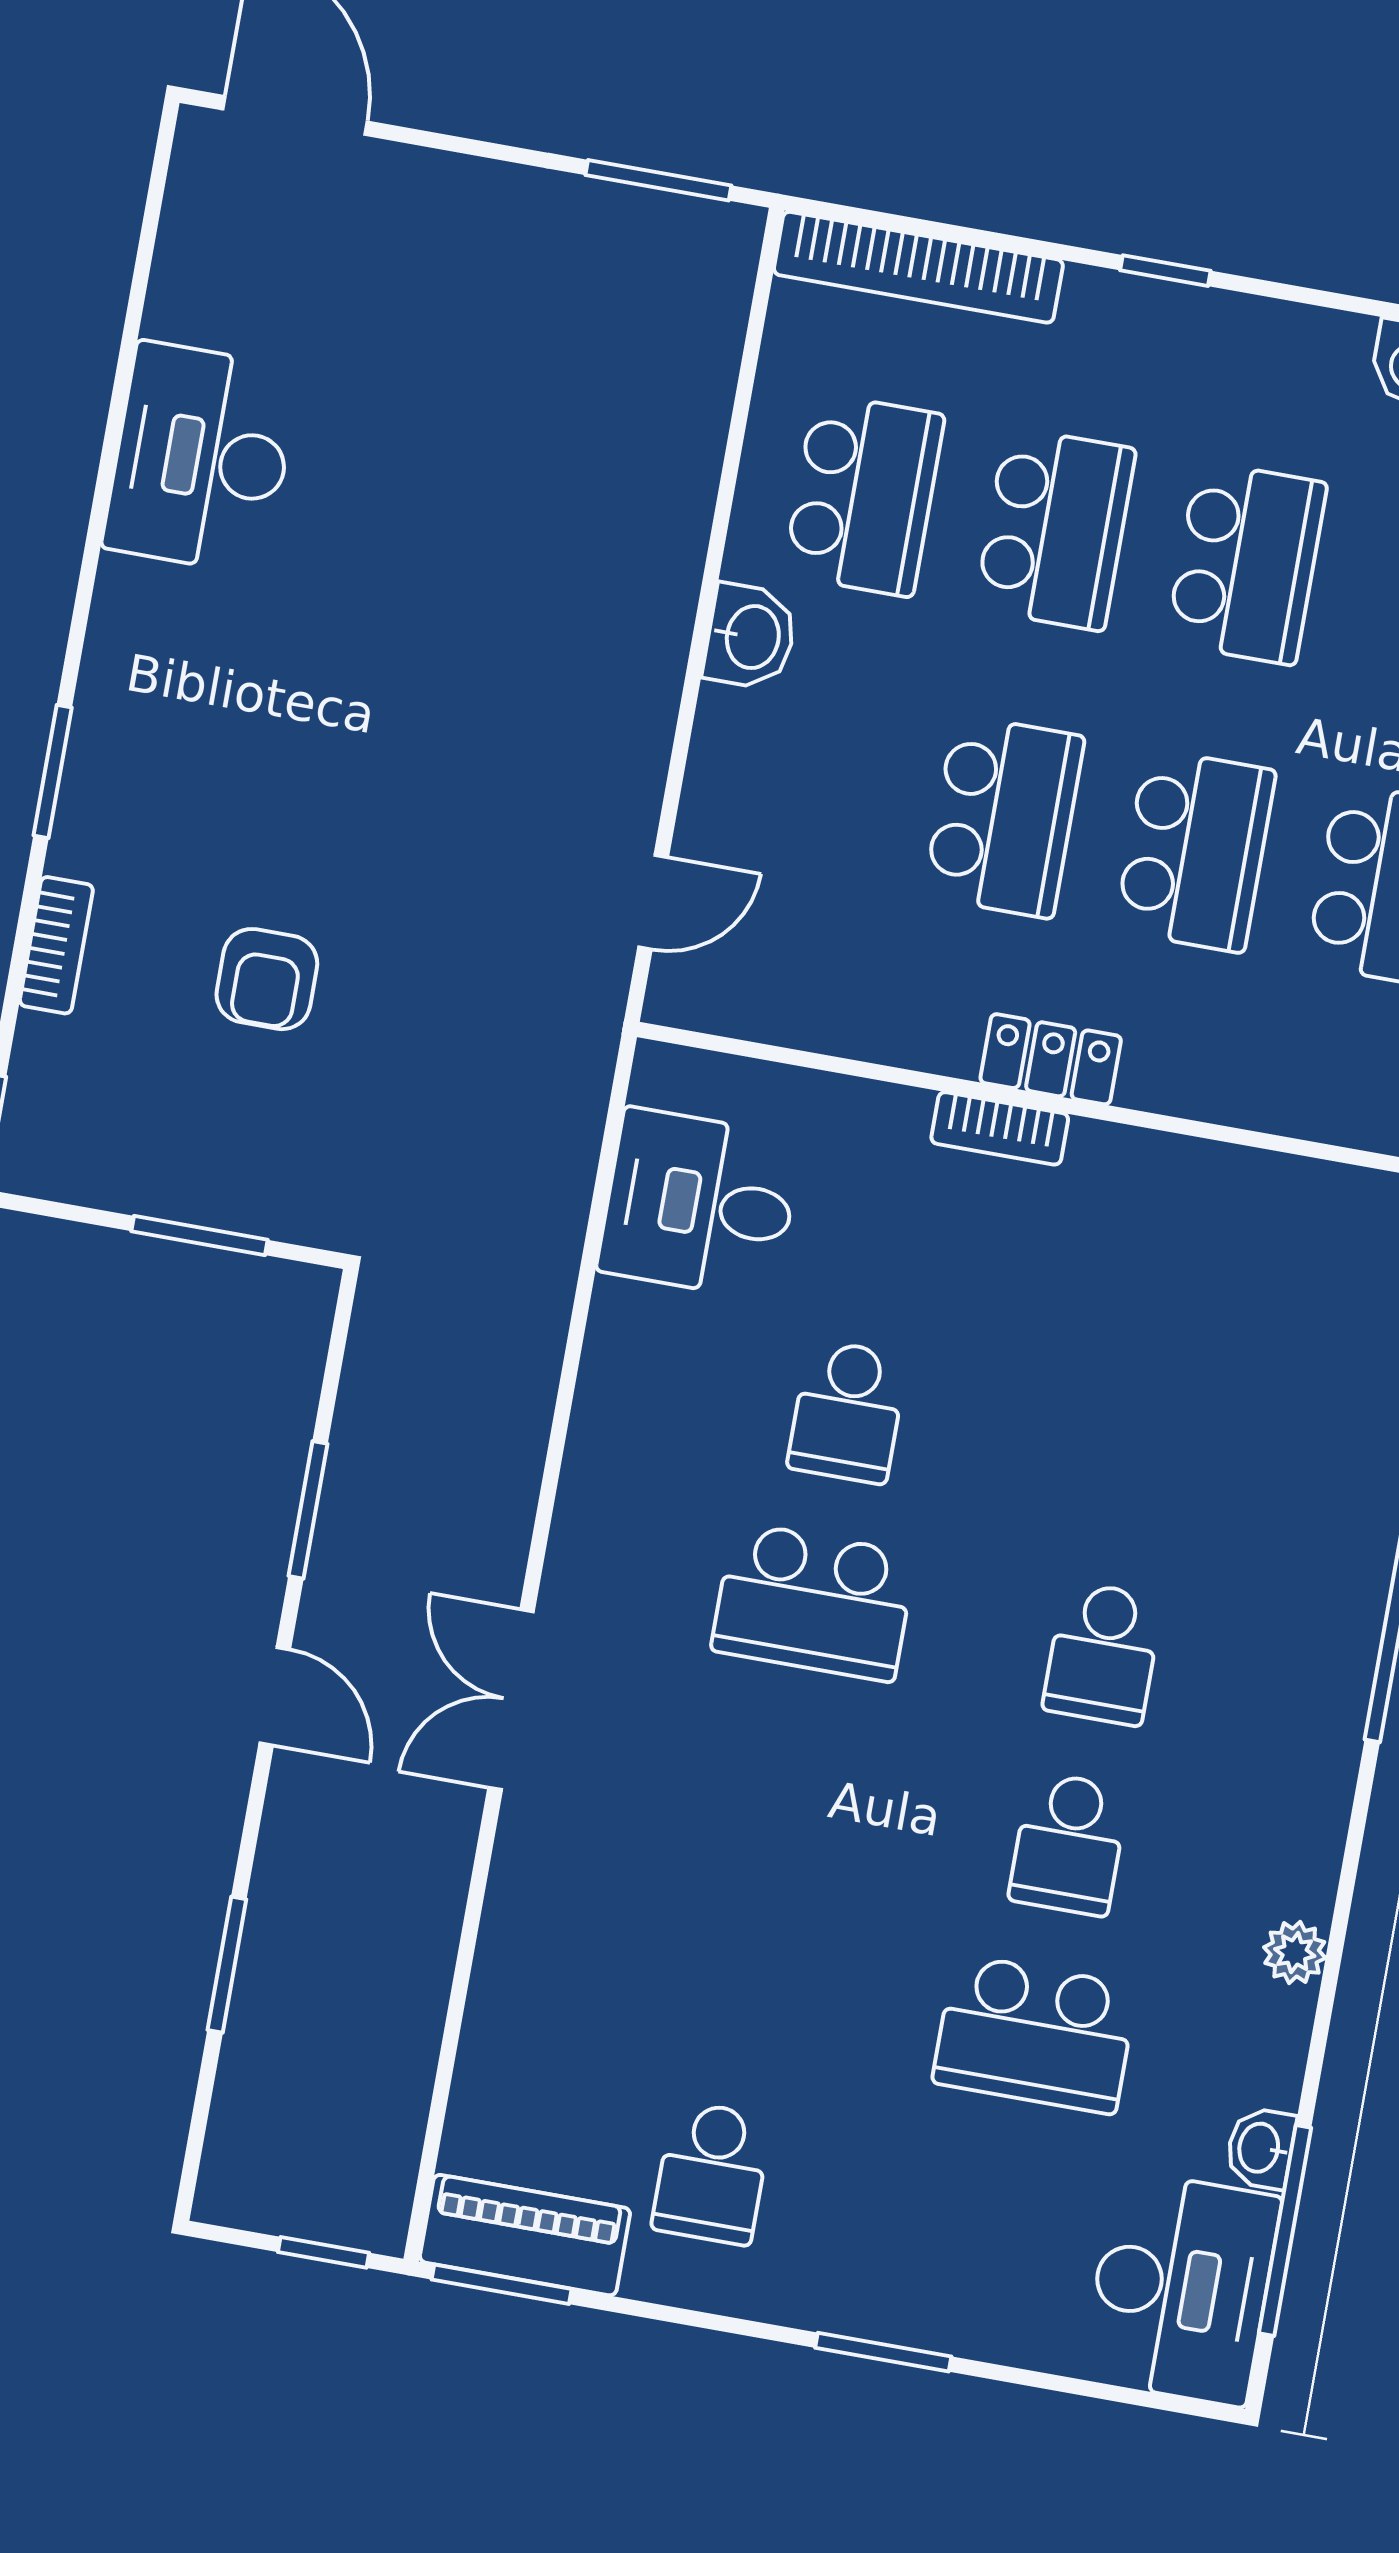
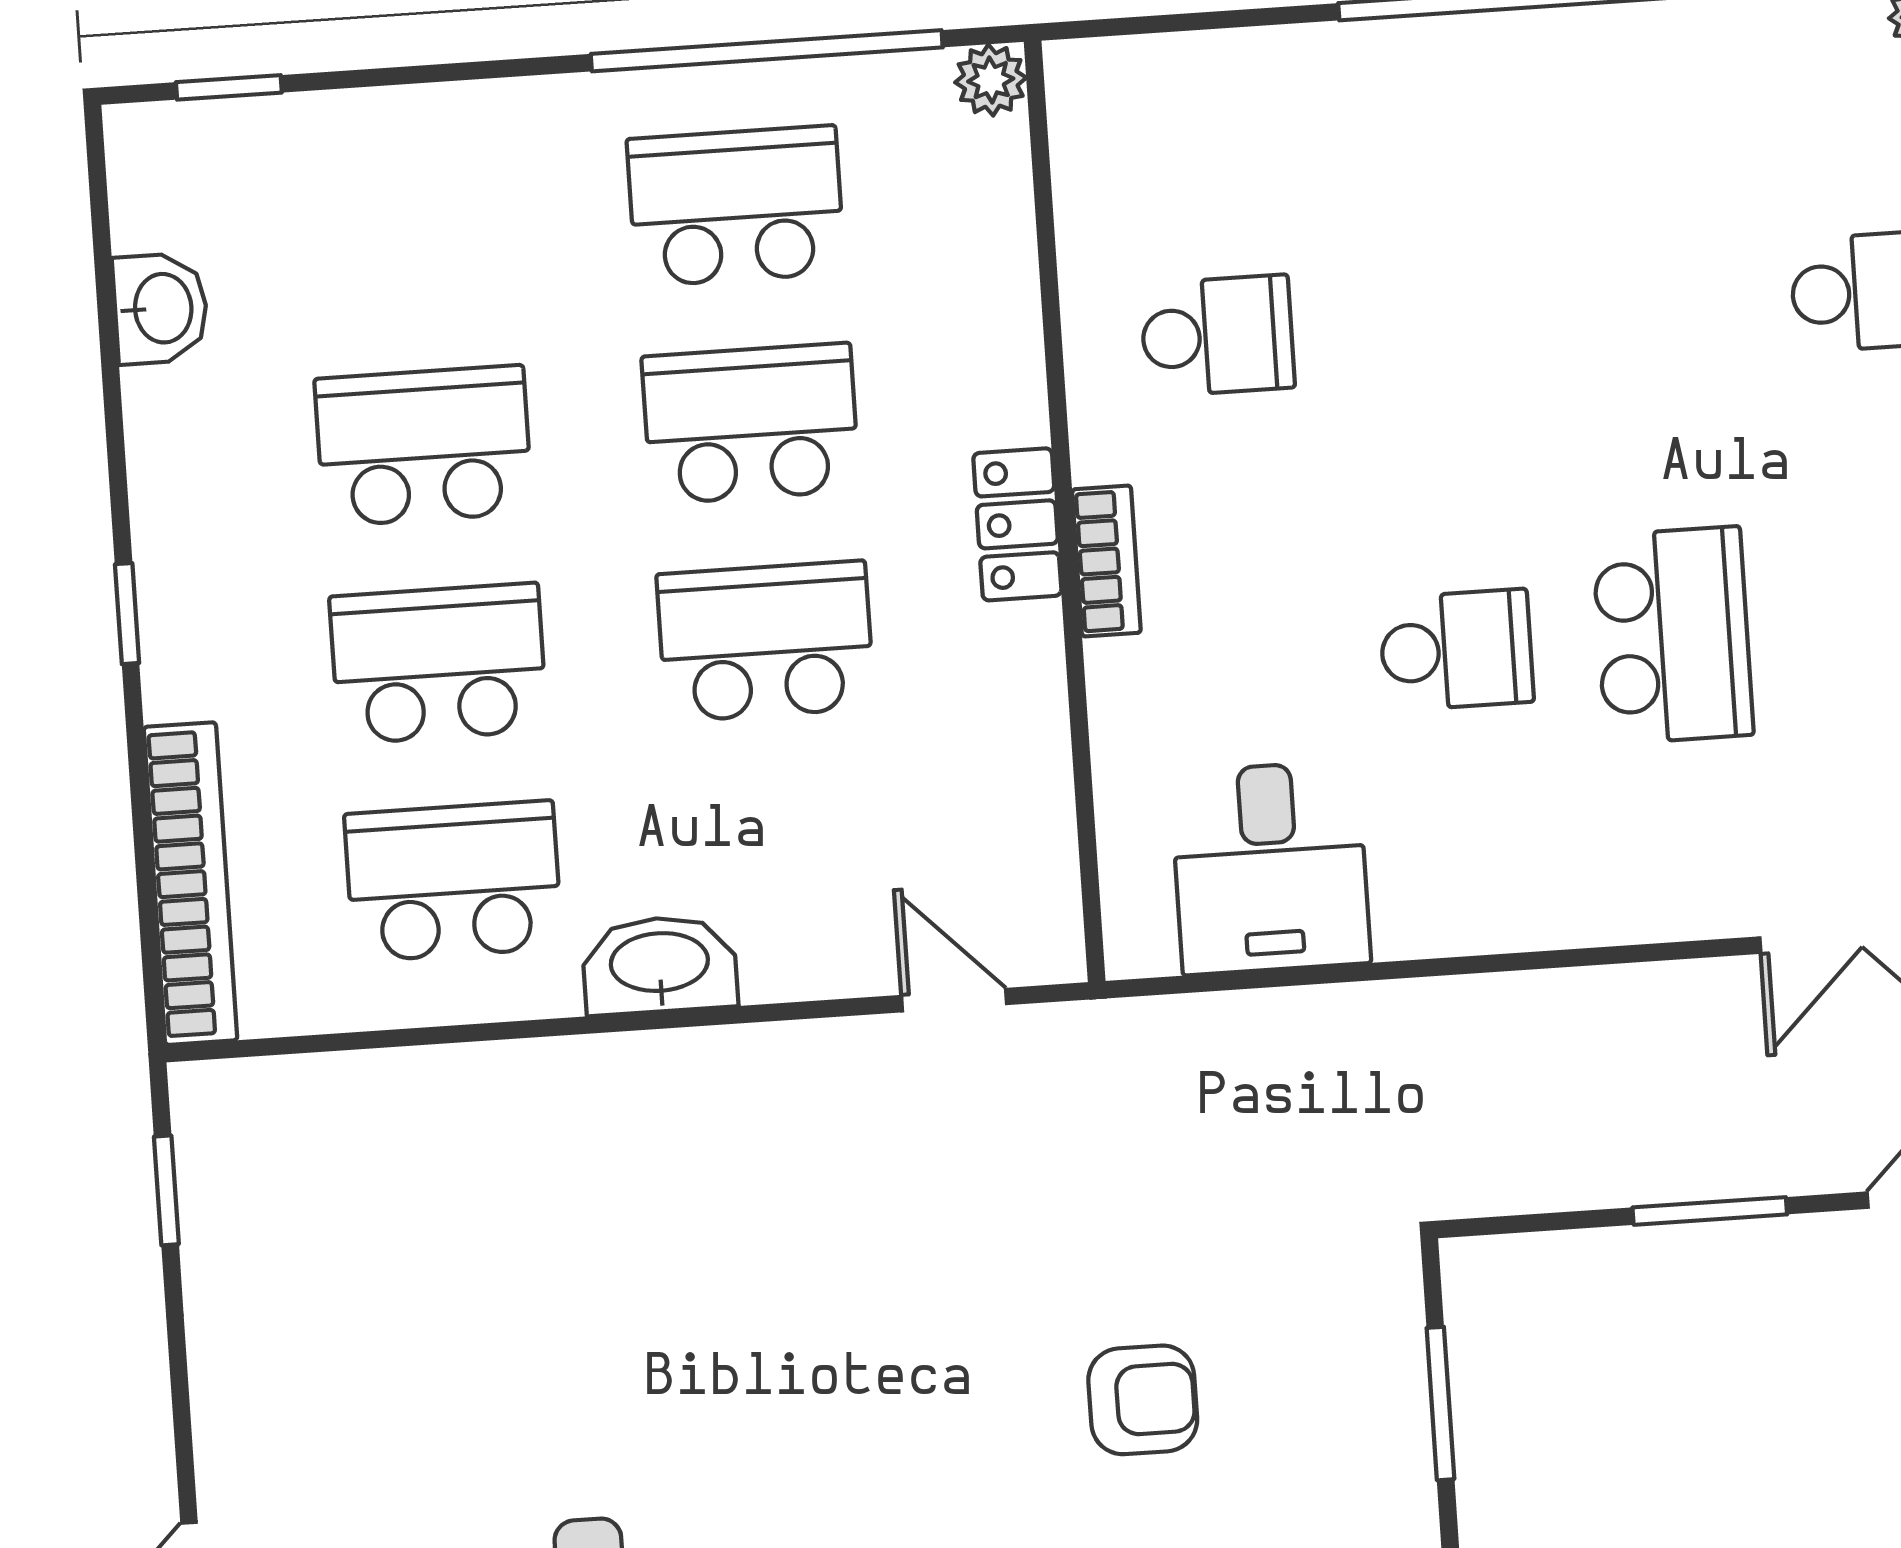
window: (658, 180) -> (166, 1190), width x0.67
washbasin: (750, 637) -> (660, 965), width x1.38
school desk: (1103, 1654) -> (1217, 336), moved

